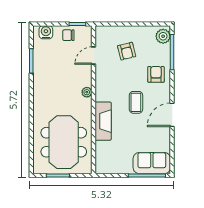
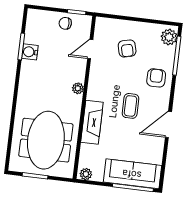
water cooler: (46, 32) -> (30, 52), moved, turned -90
sofa: (152, 163) -> (132, 174), width x1.36
plant: (103, 168) -> (86, 174), added

